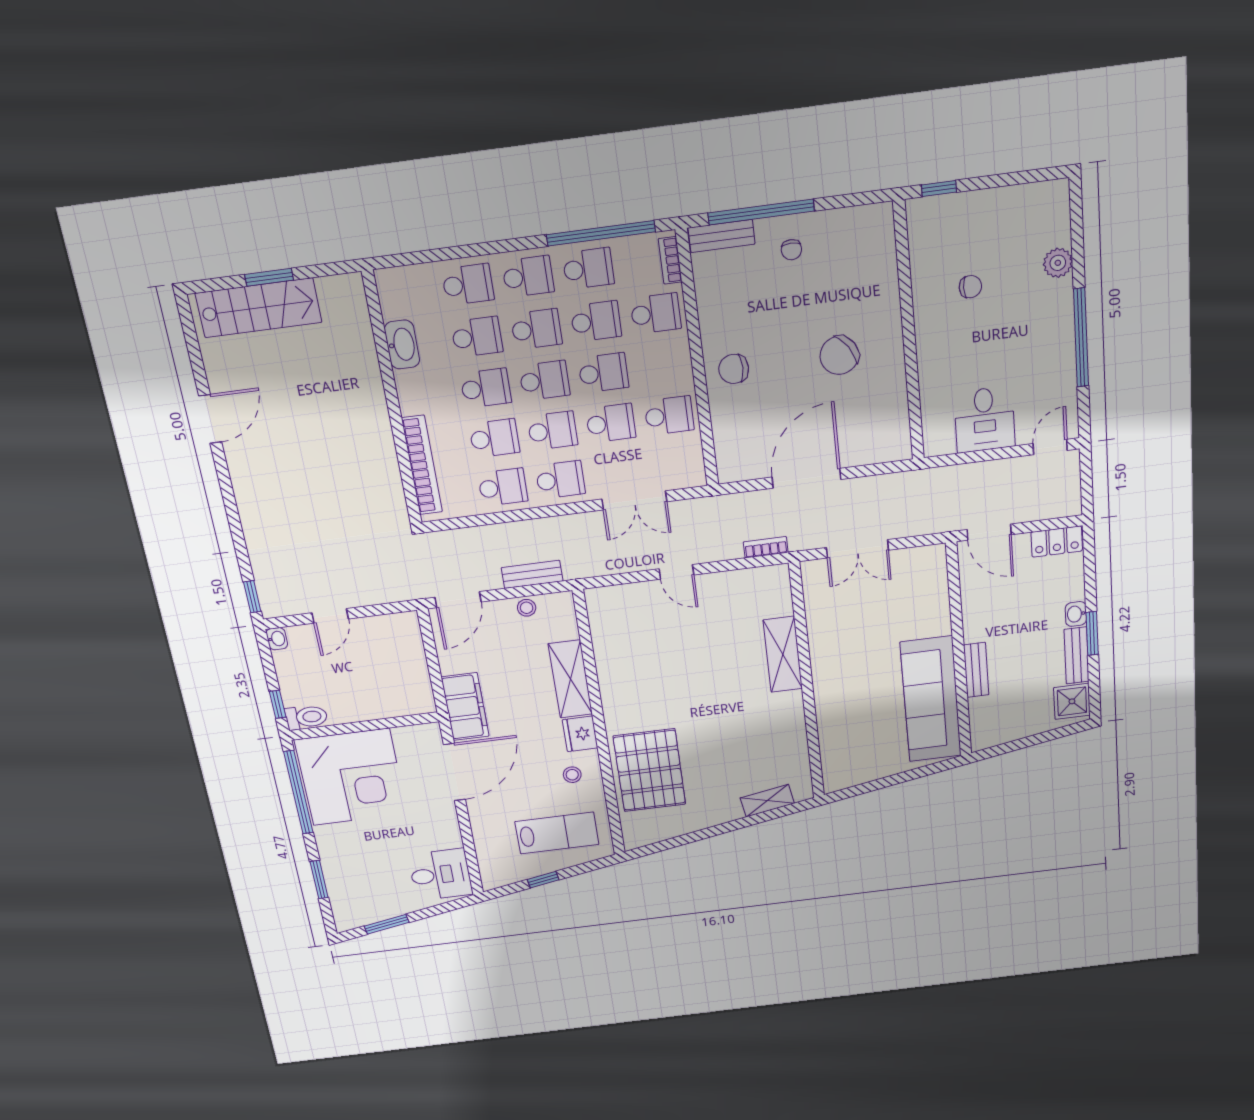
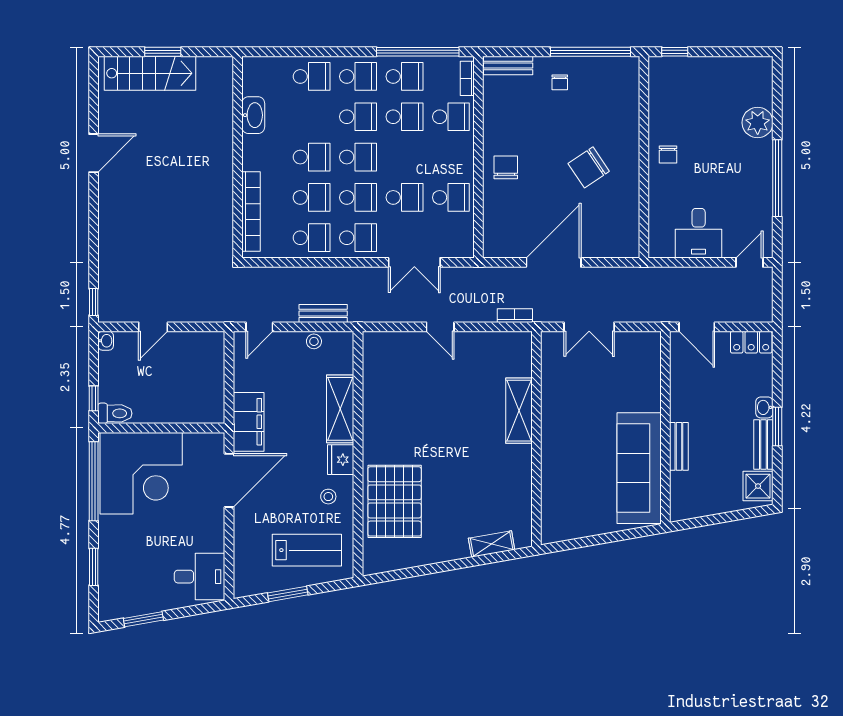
window: (761, 212) -> (590, 52), moved
plant: (1058, 263) -> (758, 123), width x1.36, depth x1.36
chair: (970, 287) -> (668, 155), moved, turned 90
school desk: (477, 337) -> (312, 117), removed
chair: (734, 369) -> (506, 167), turned 90
school desk: (603, 373) -> (404, 157), removed
door: (458, 600) -> (259, 327), width x0.73
window: (543, 880) -> (288, 594), width x1.50

